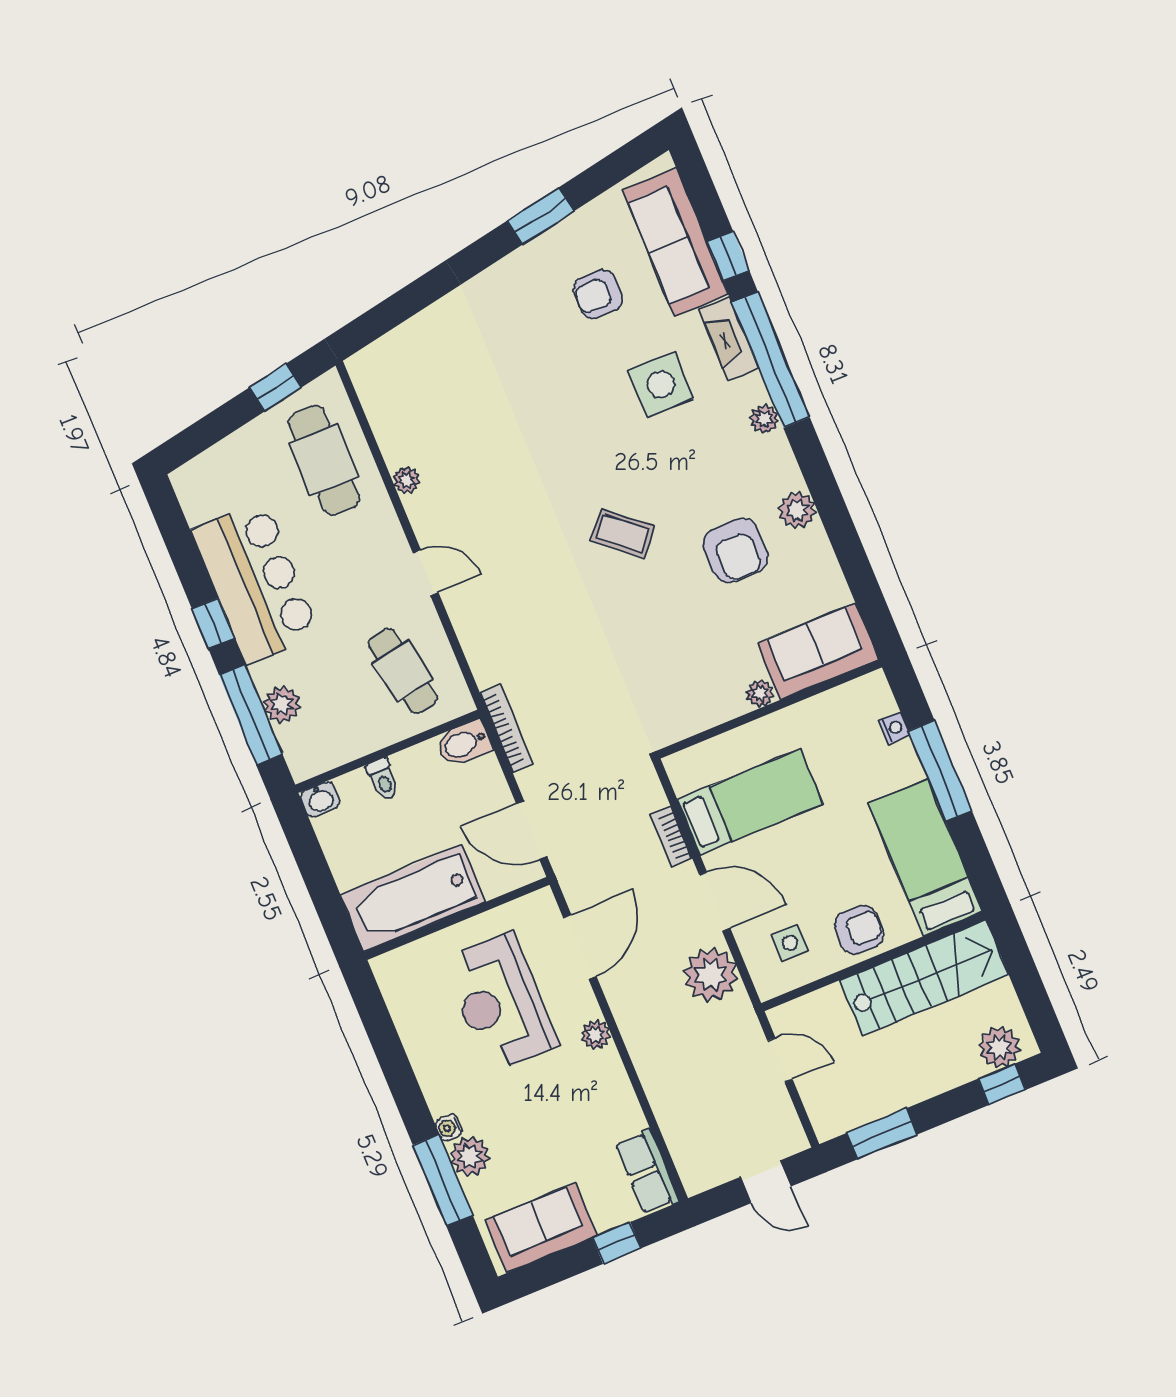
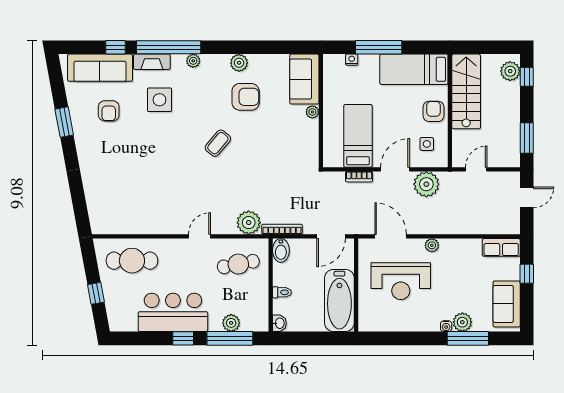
window: (276, 387) -> (96, 293), moved
plant: (407, 480) -> (249, 223), moved, width x1.88, depth x1.88

